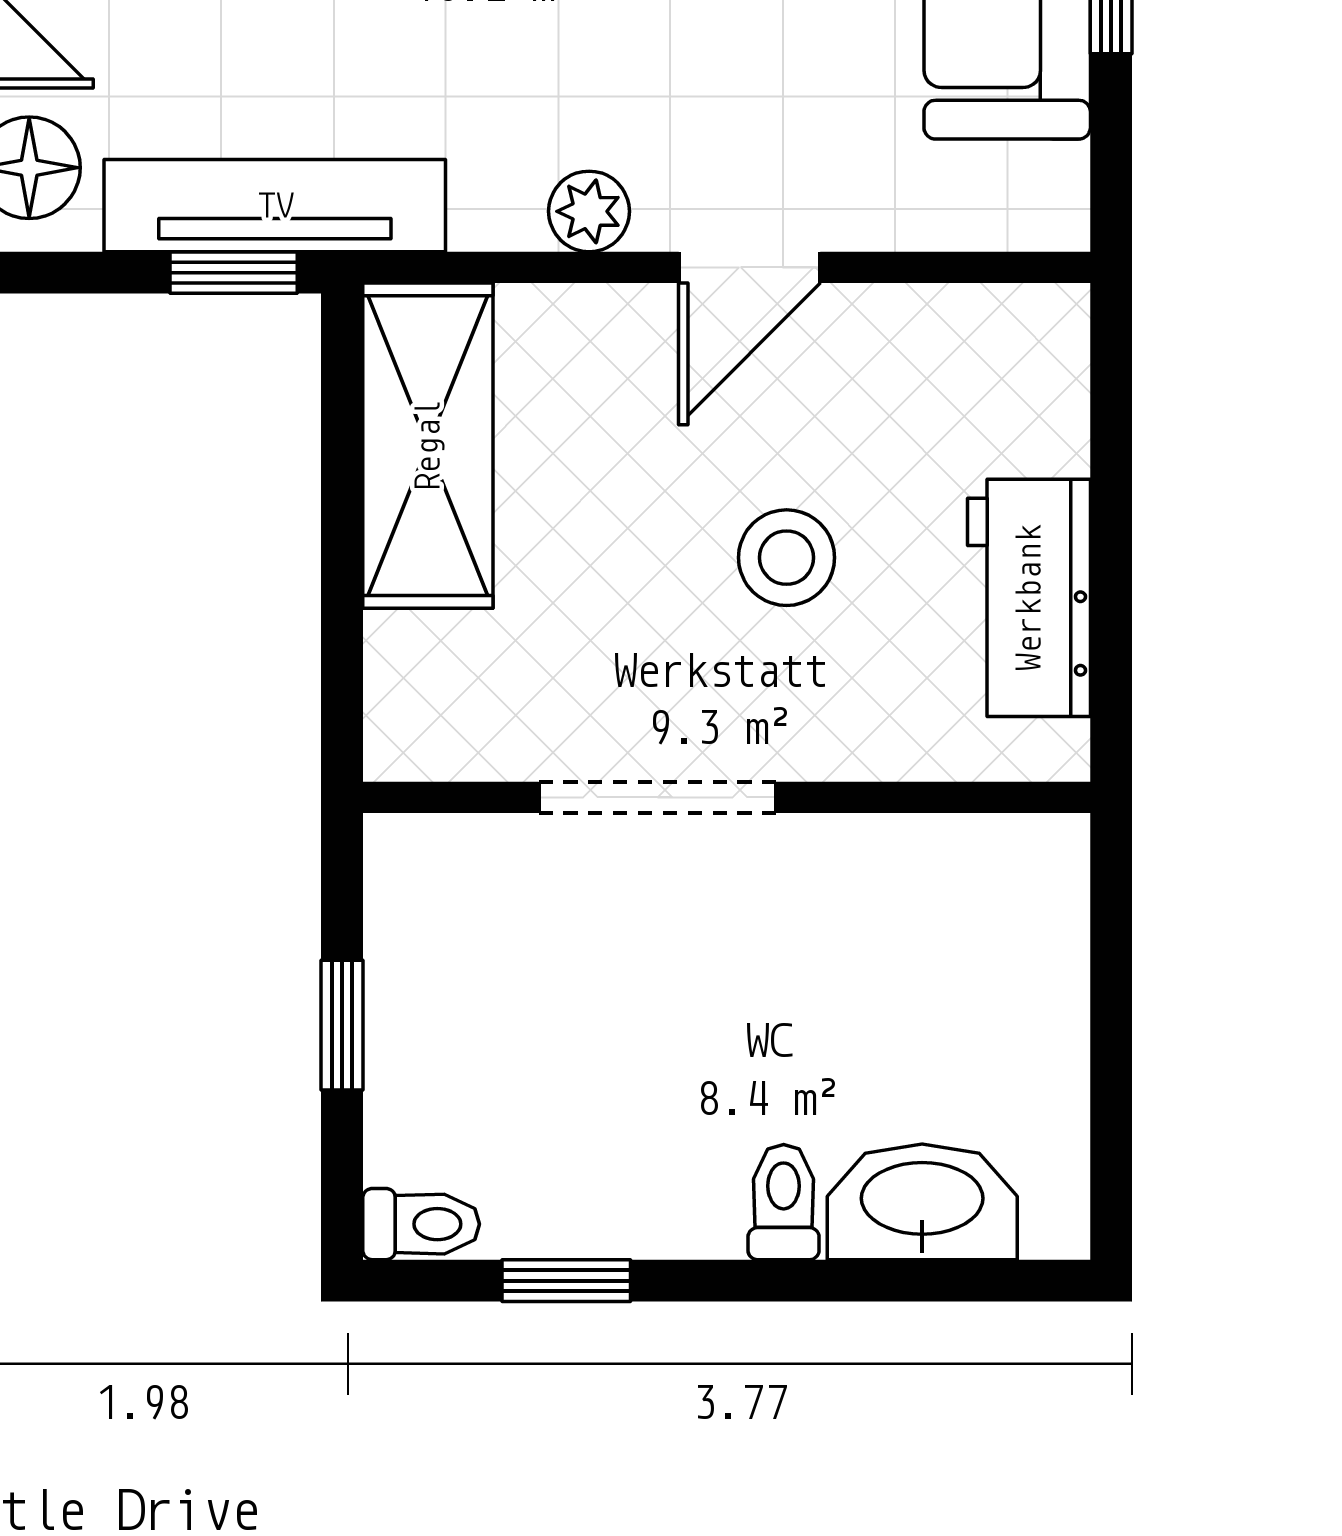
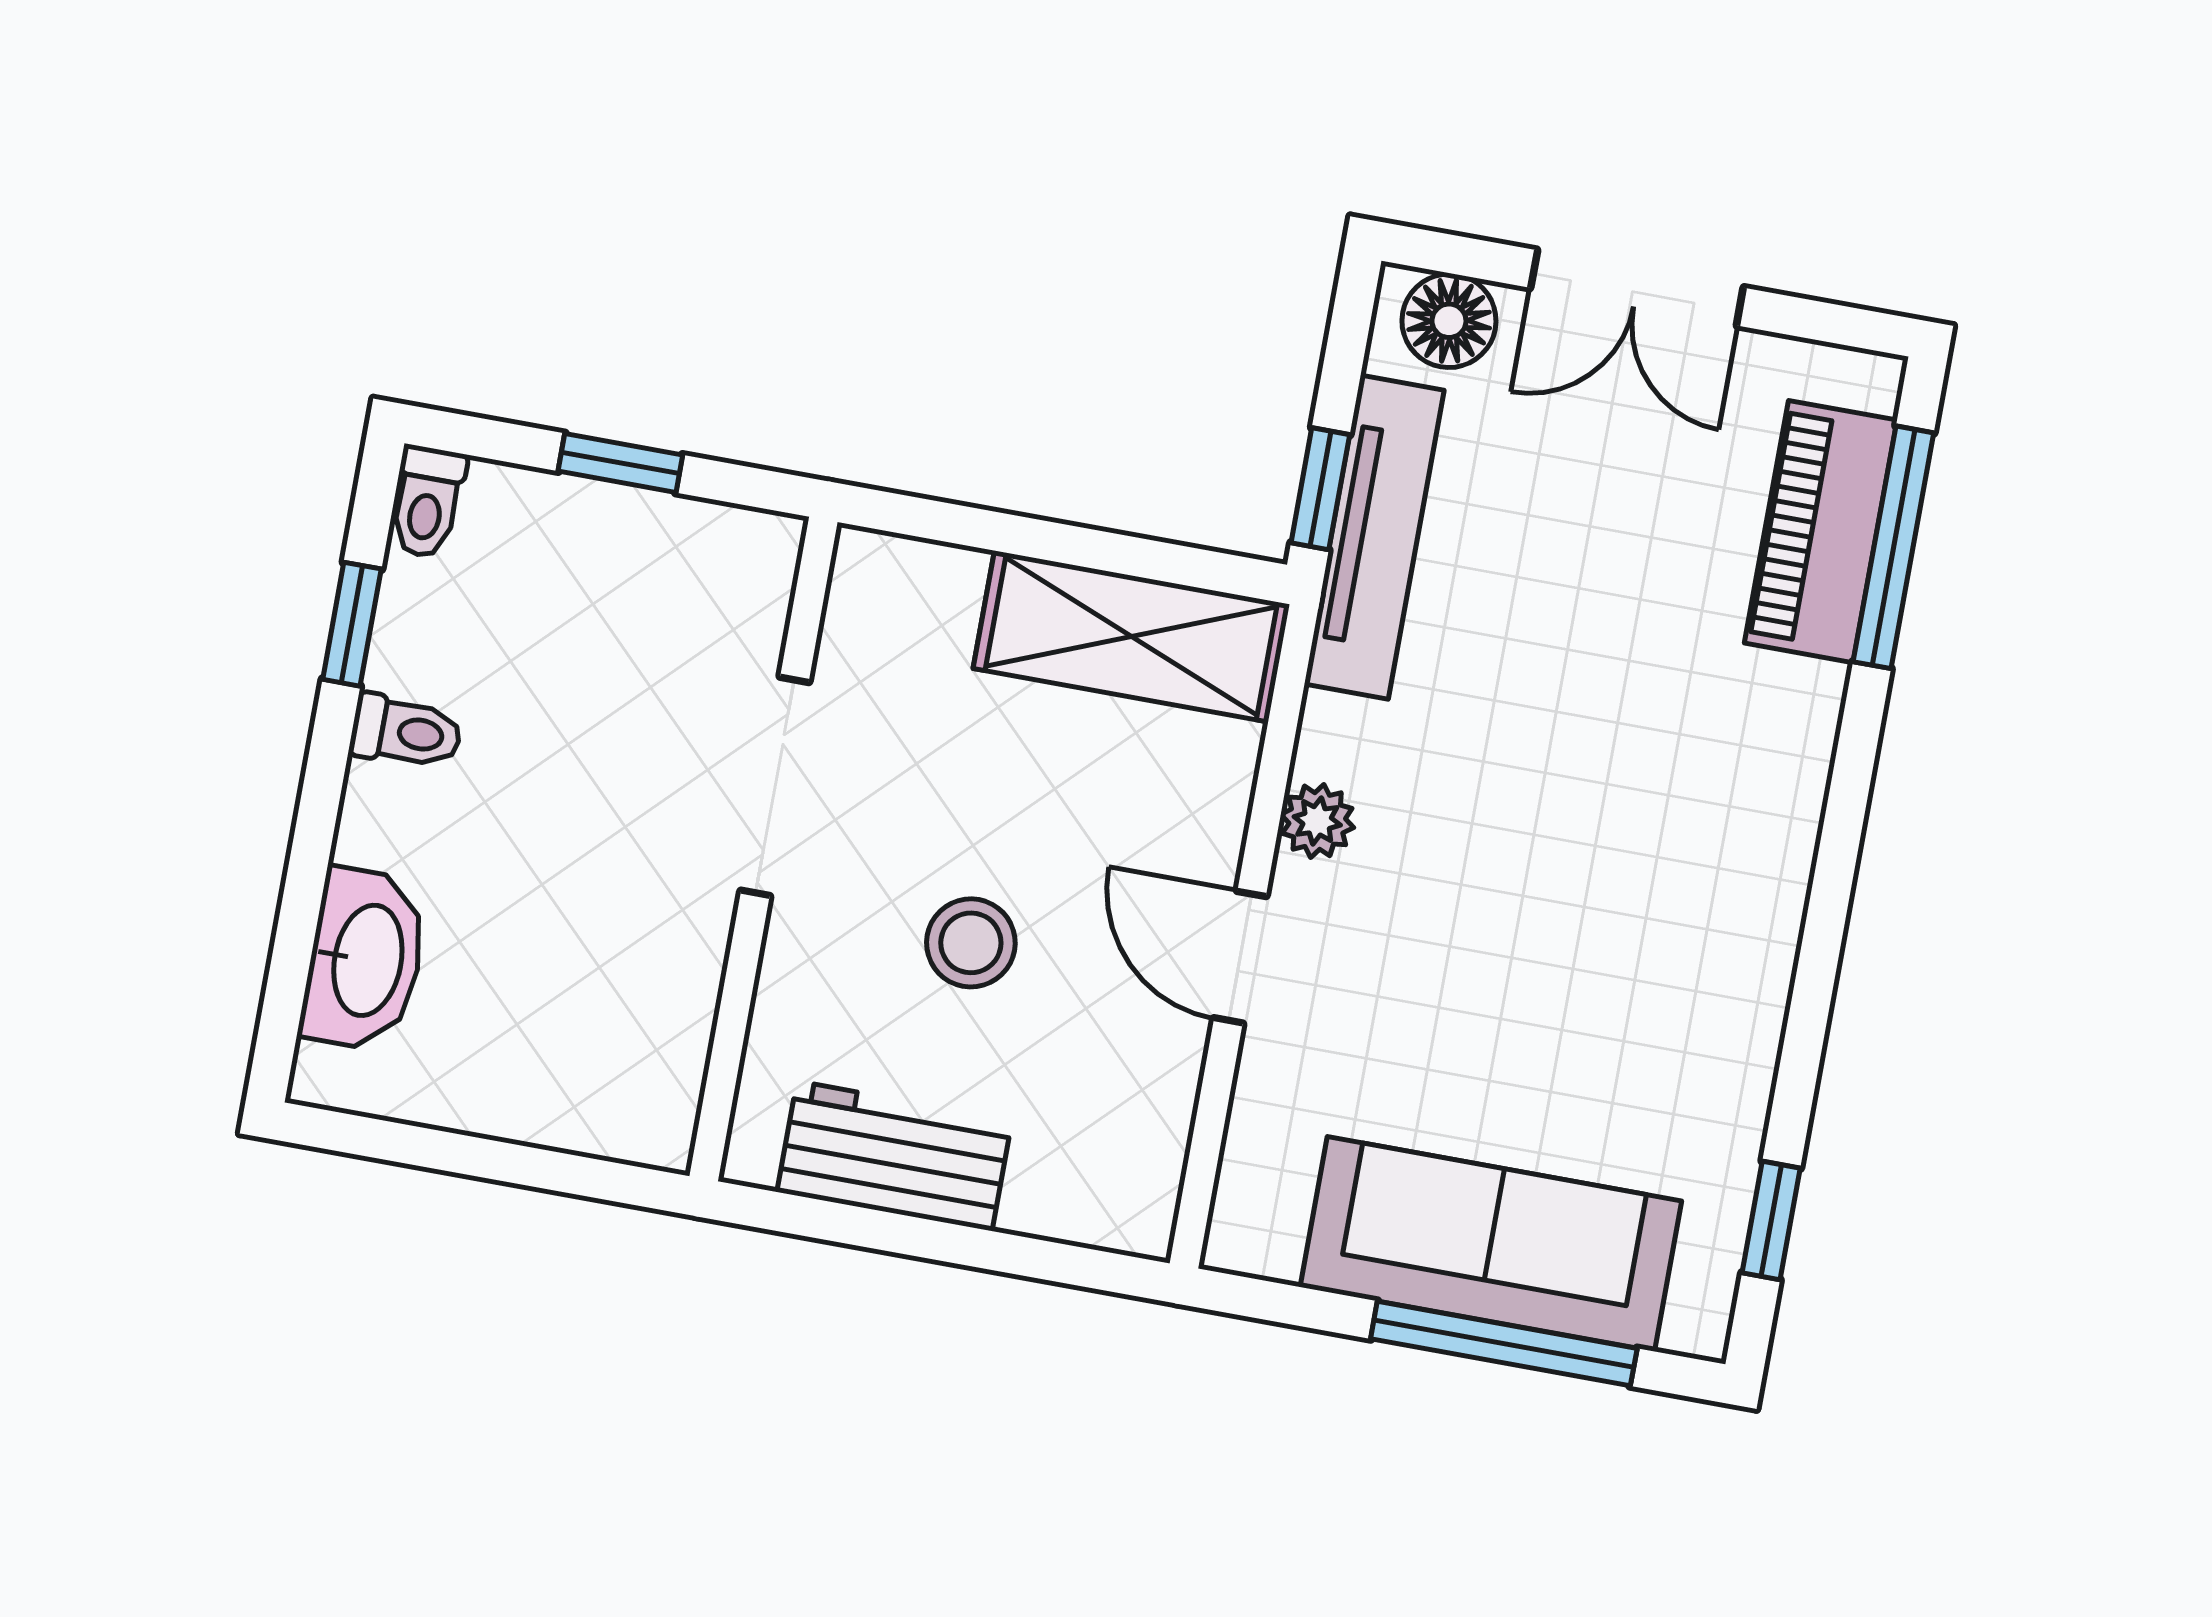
toilet: (784, 1202) -> (406, 732), moved

